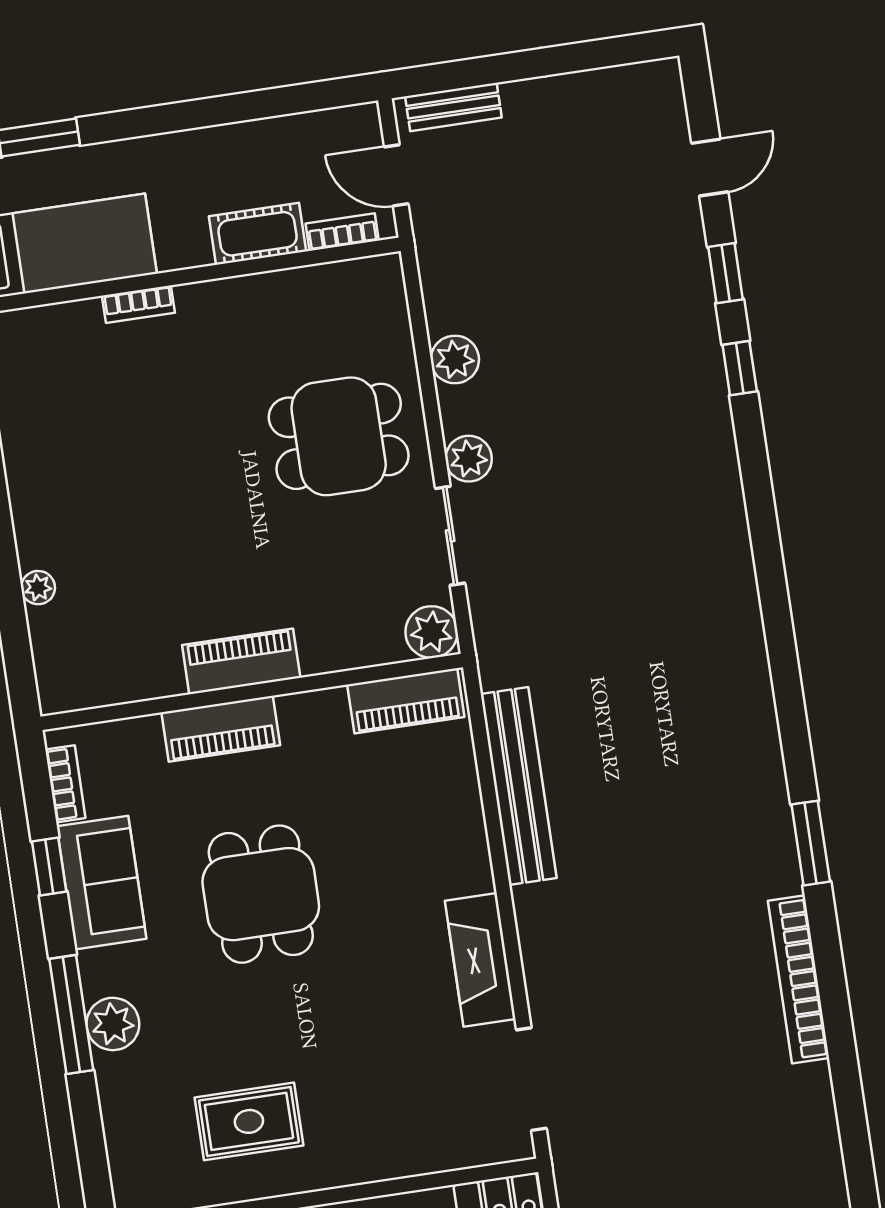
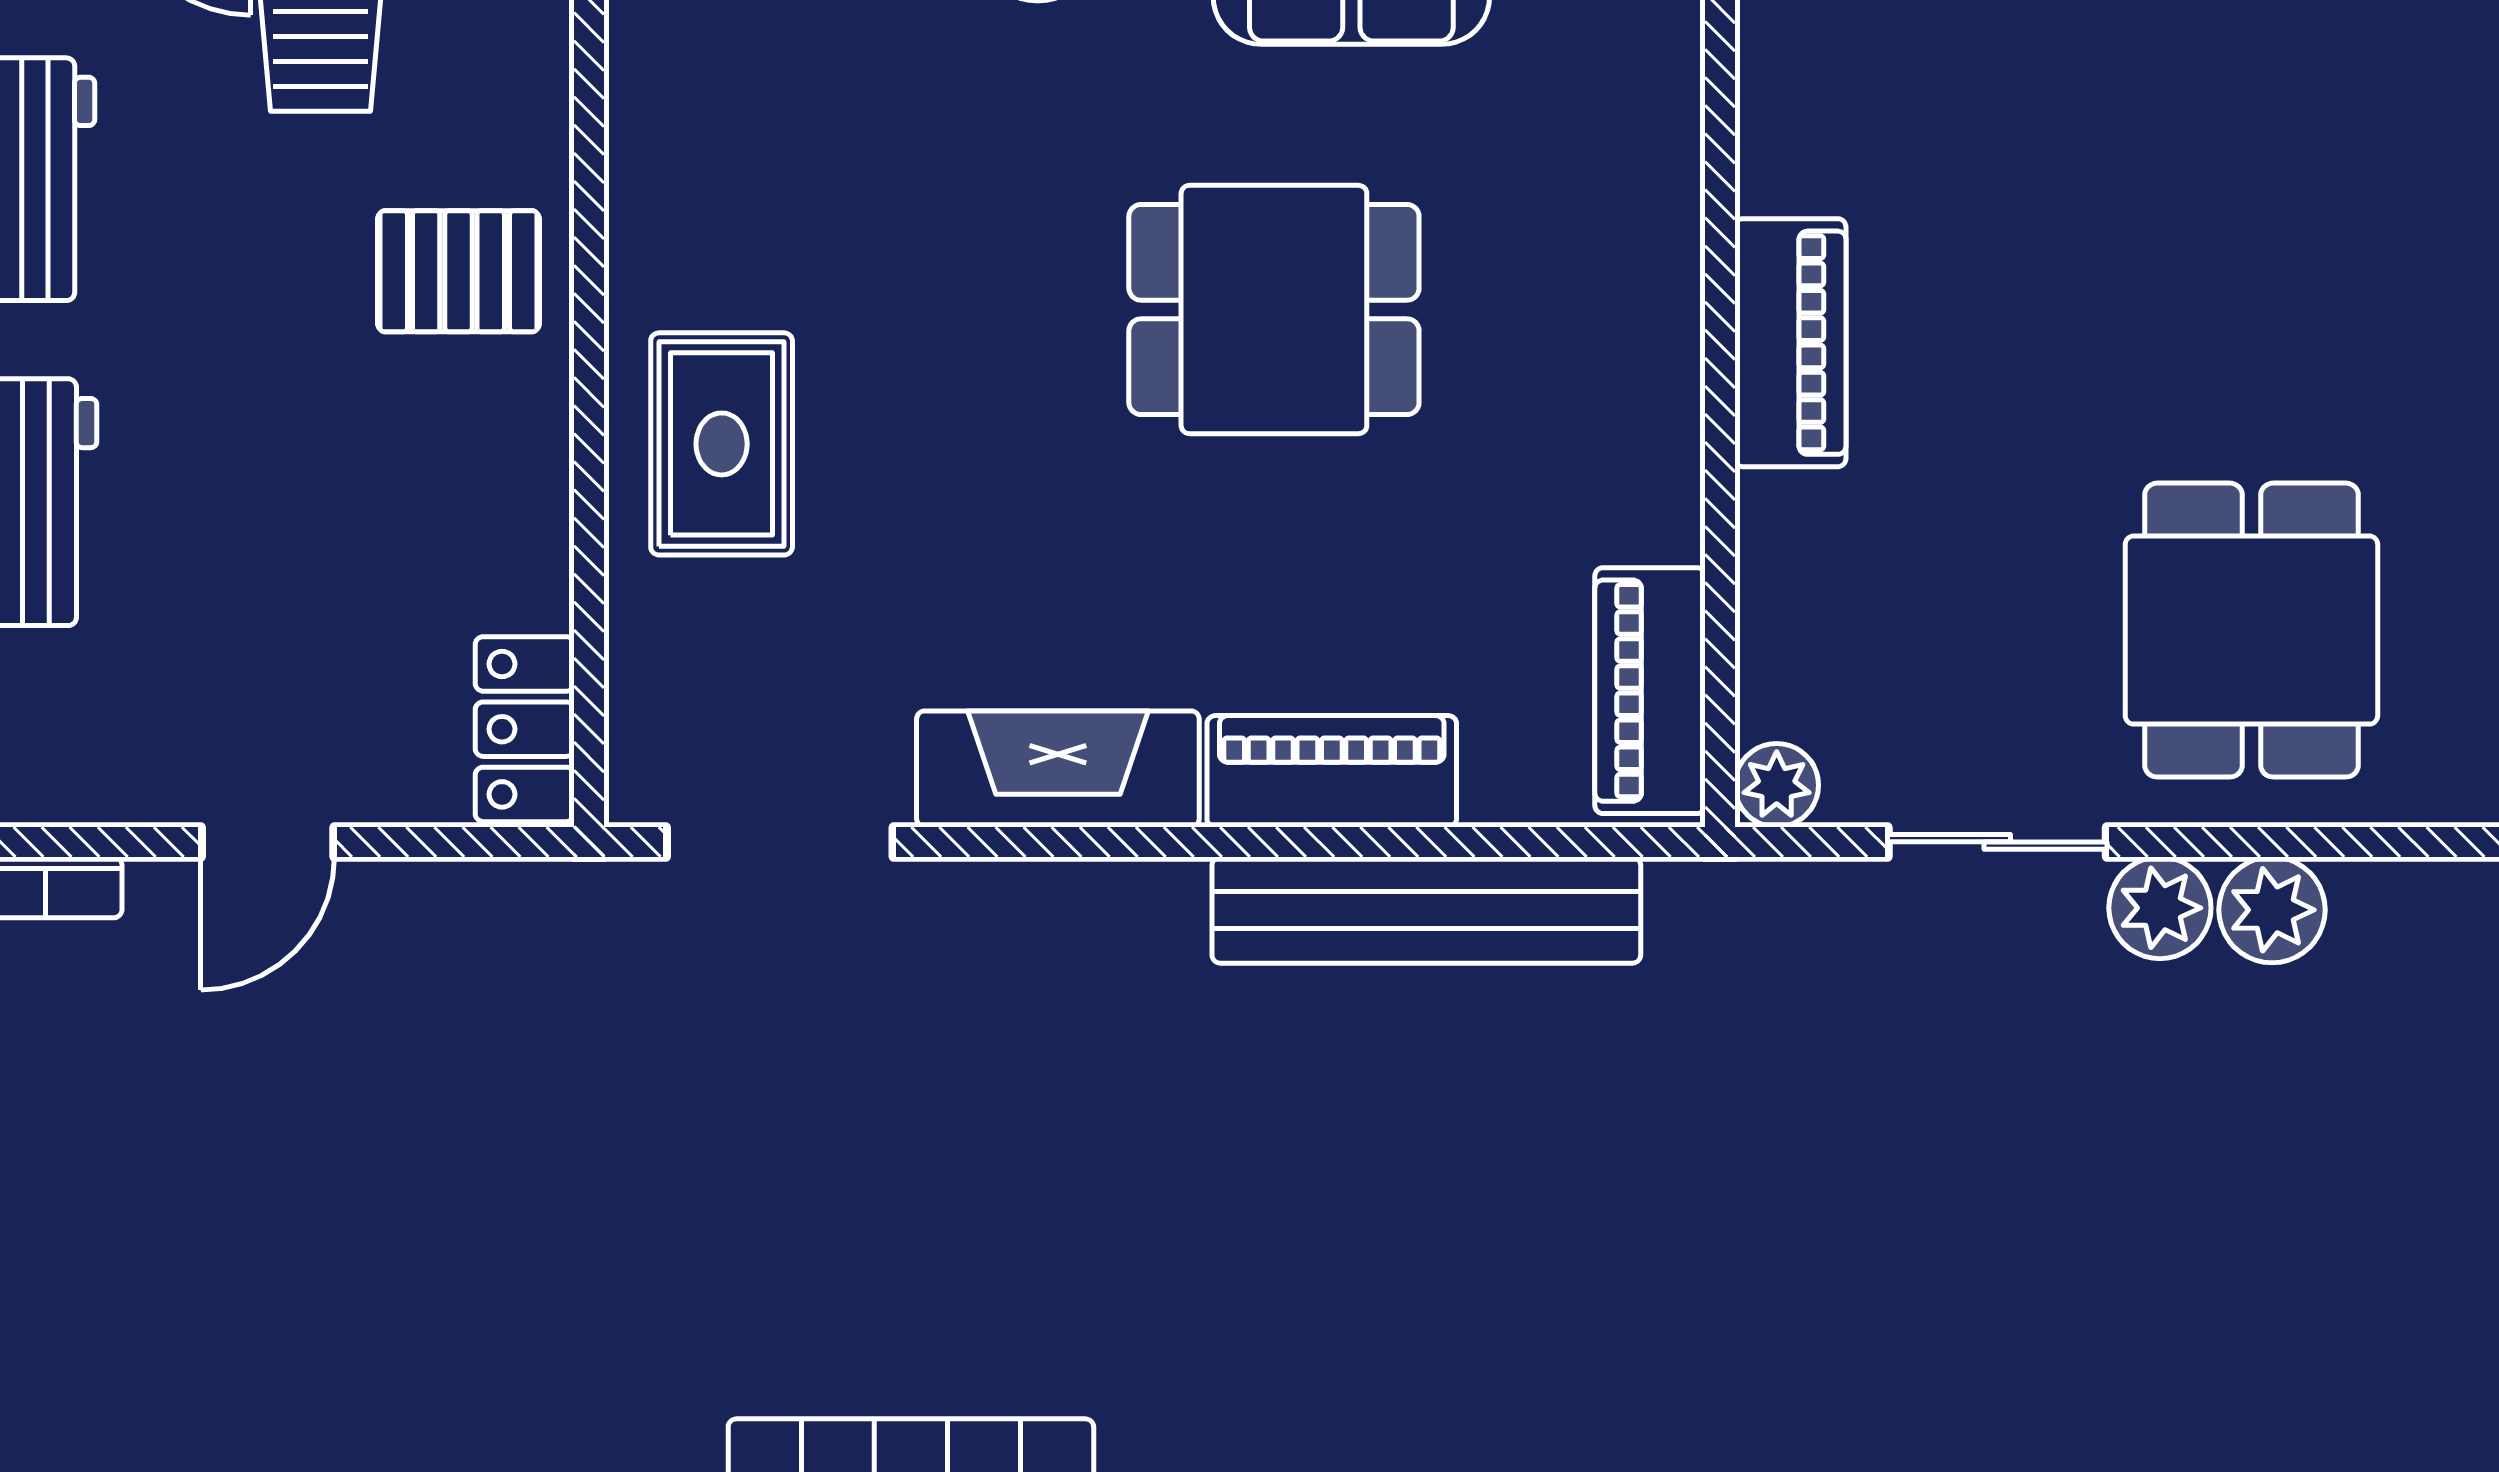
plant: (455, 359) -> (2272, 910), moved
plant: (431, 632) -> (1777, 785), width x0.73, depth x0.73
piano: (221, 729) -> (1332, 771), moved, turned 90
rug: (249, 1121) -> (722, 444), moved

